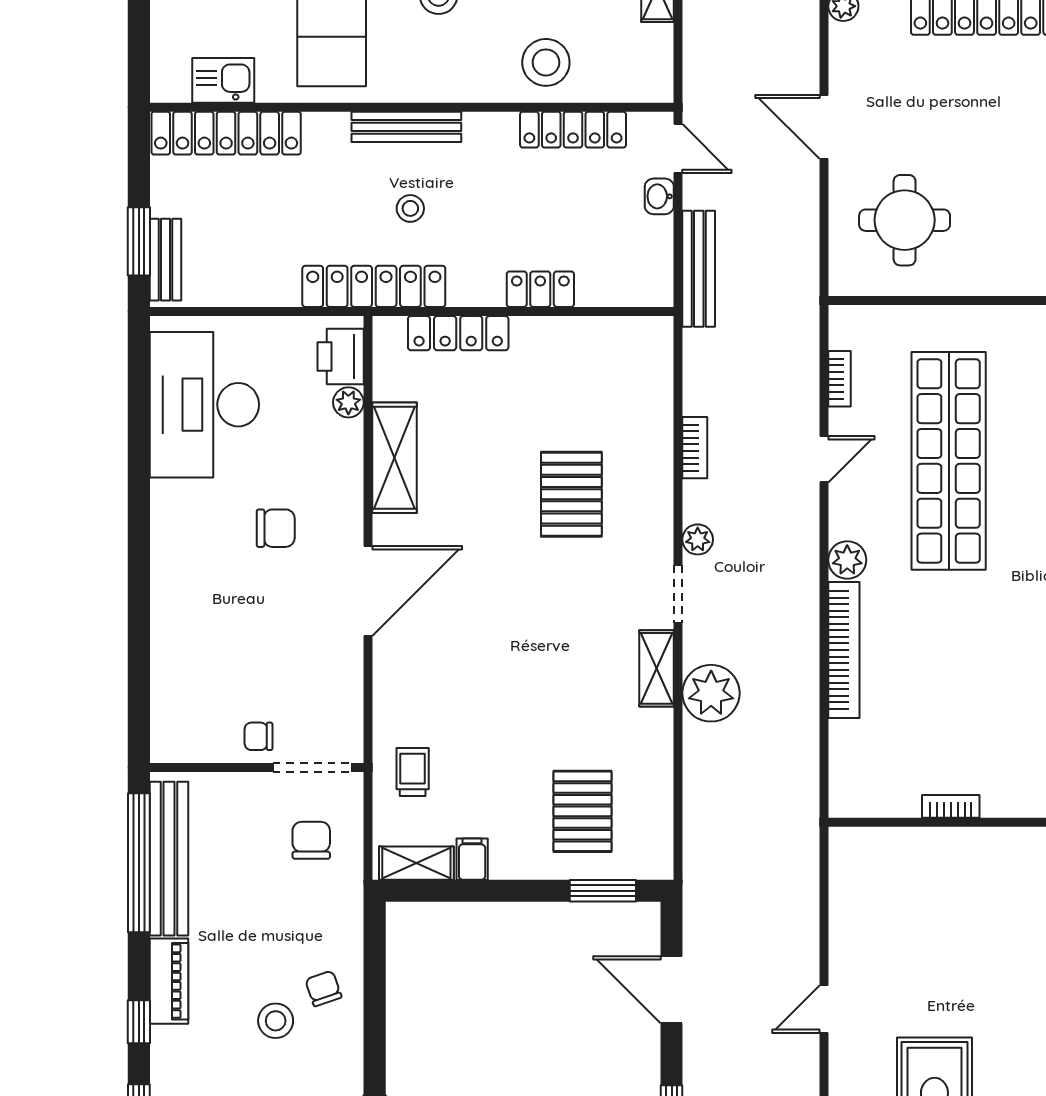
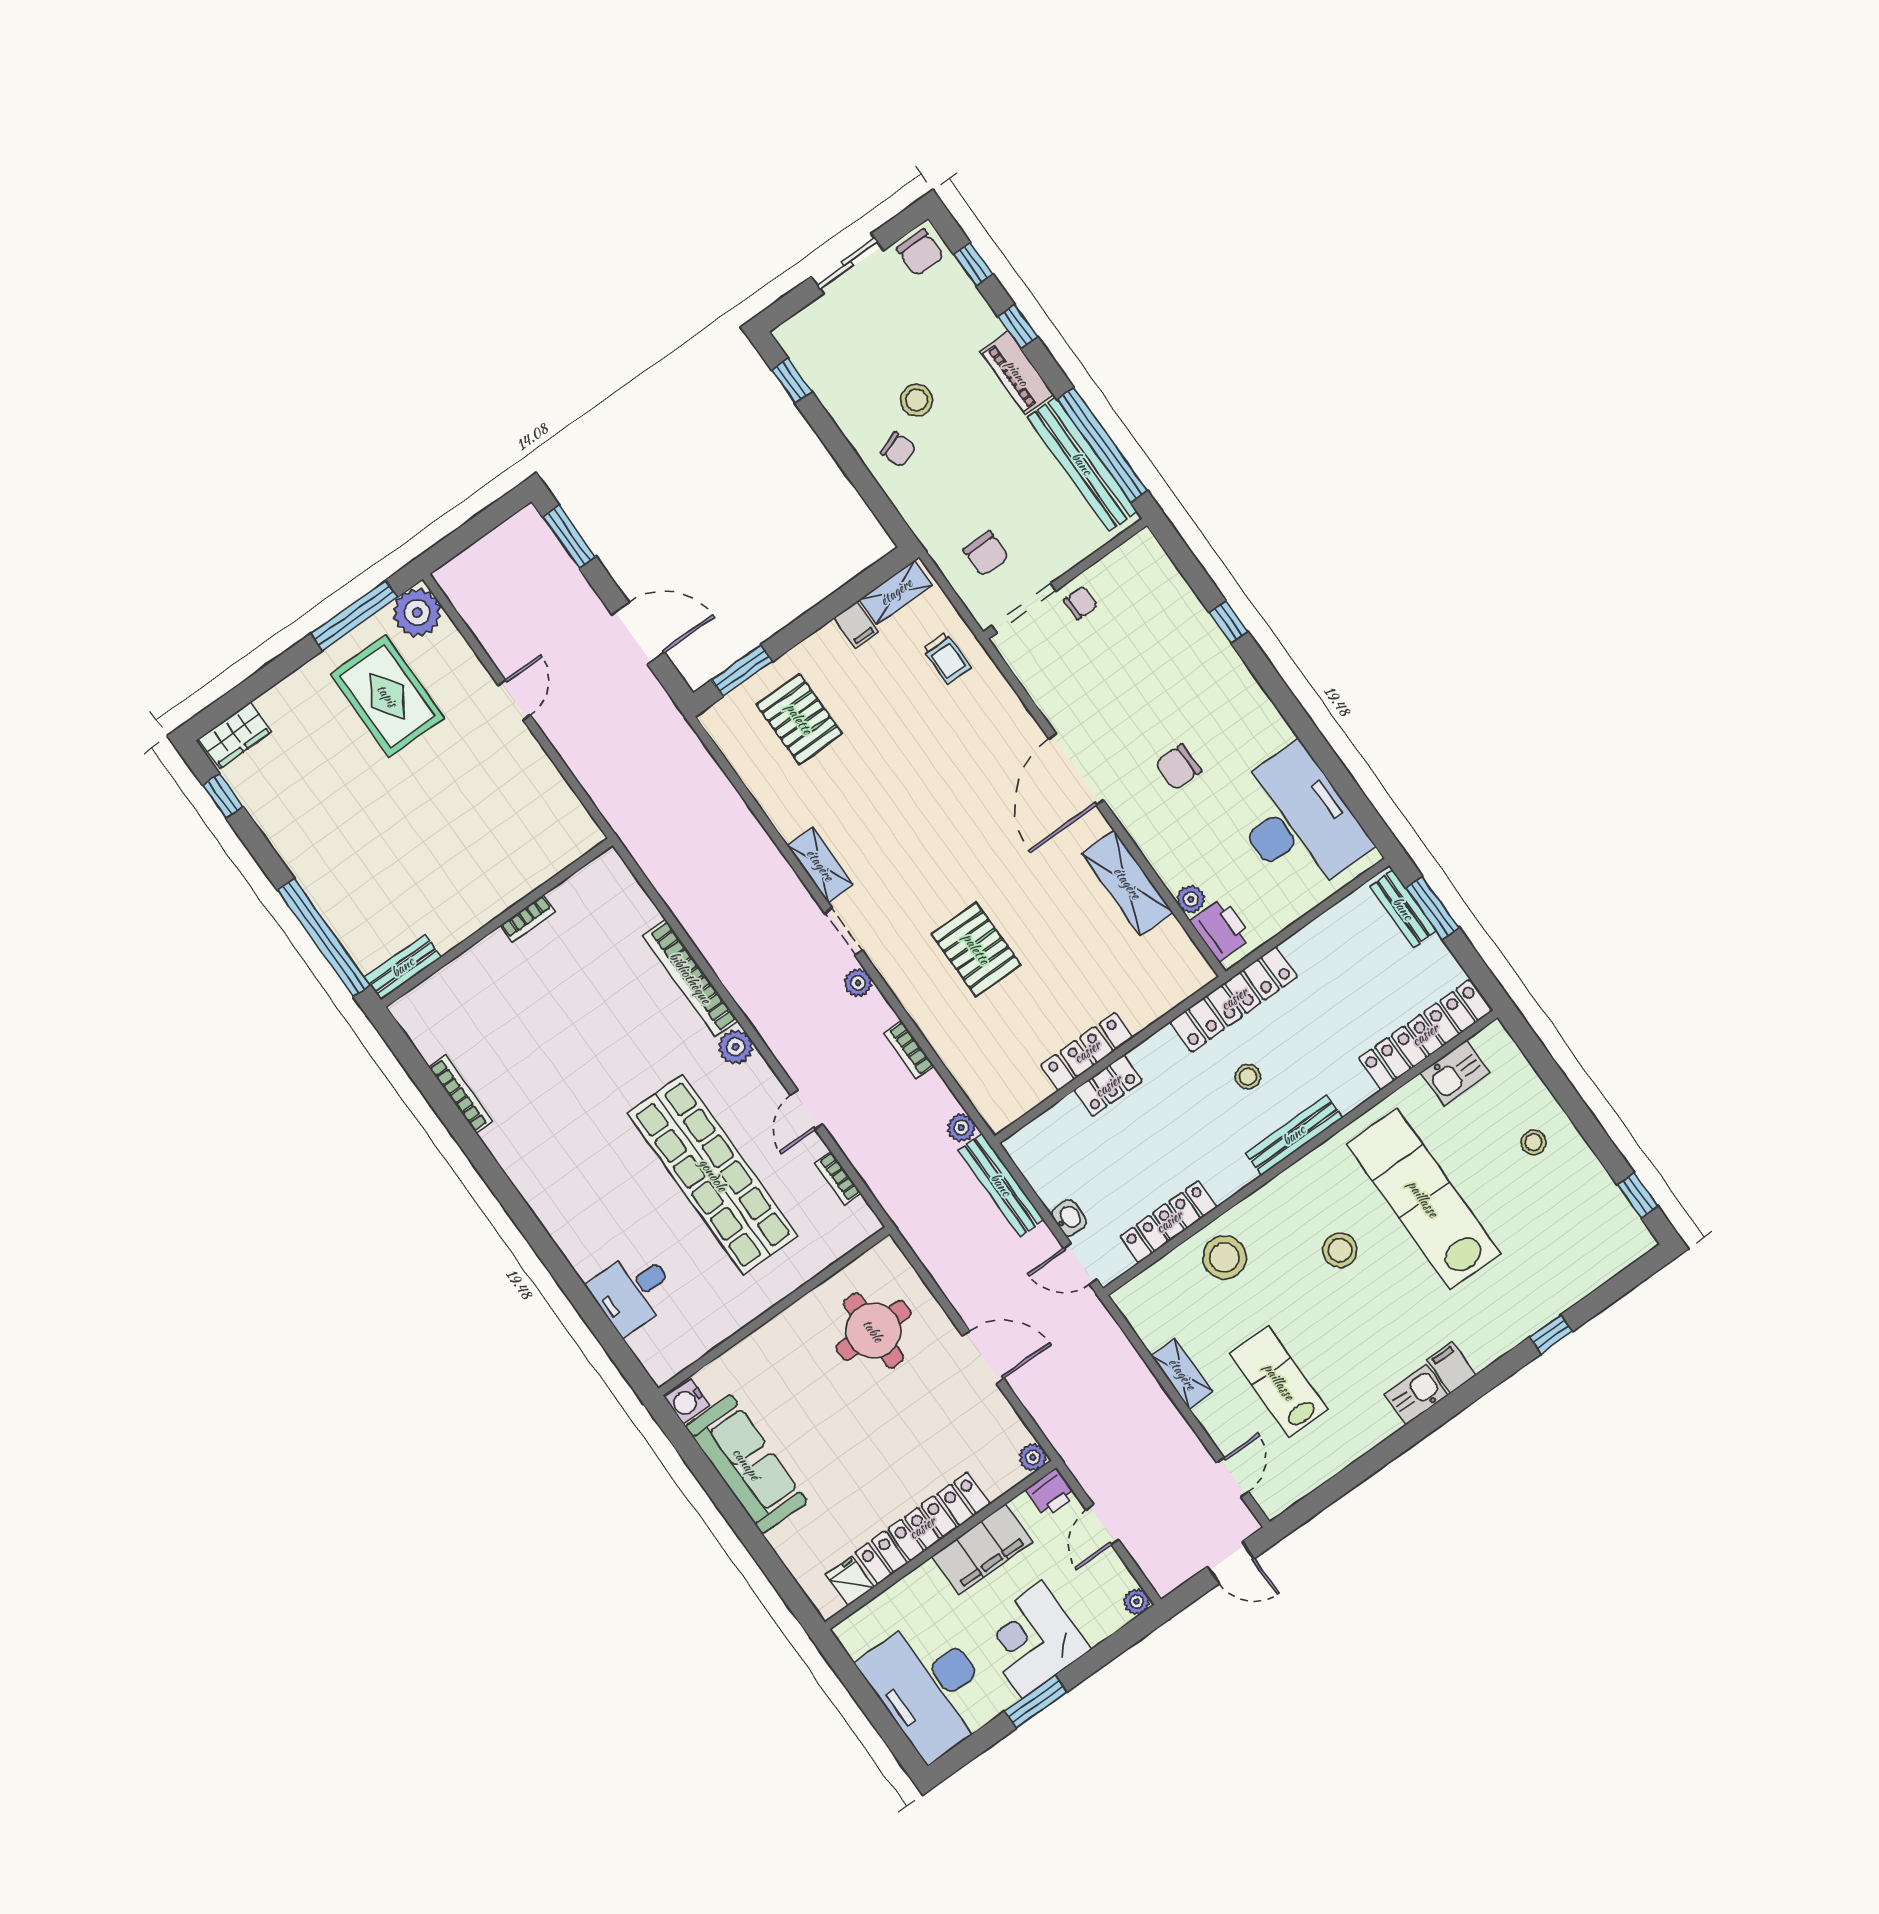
locker: (458, 333) -> (1087, 1052), moved
window: (139, 625) -> (1228, 622), added
plant: (711, 693) -> (961, 1128), moved, width x0.53, depth x0.53

